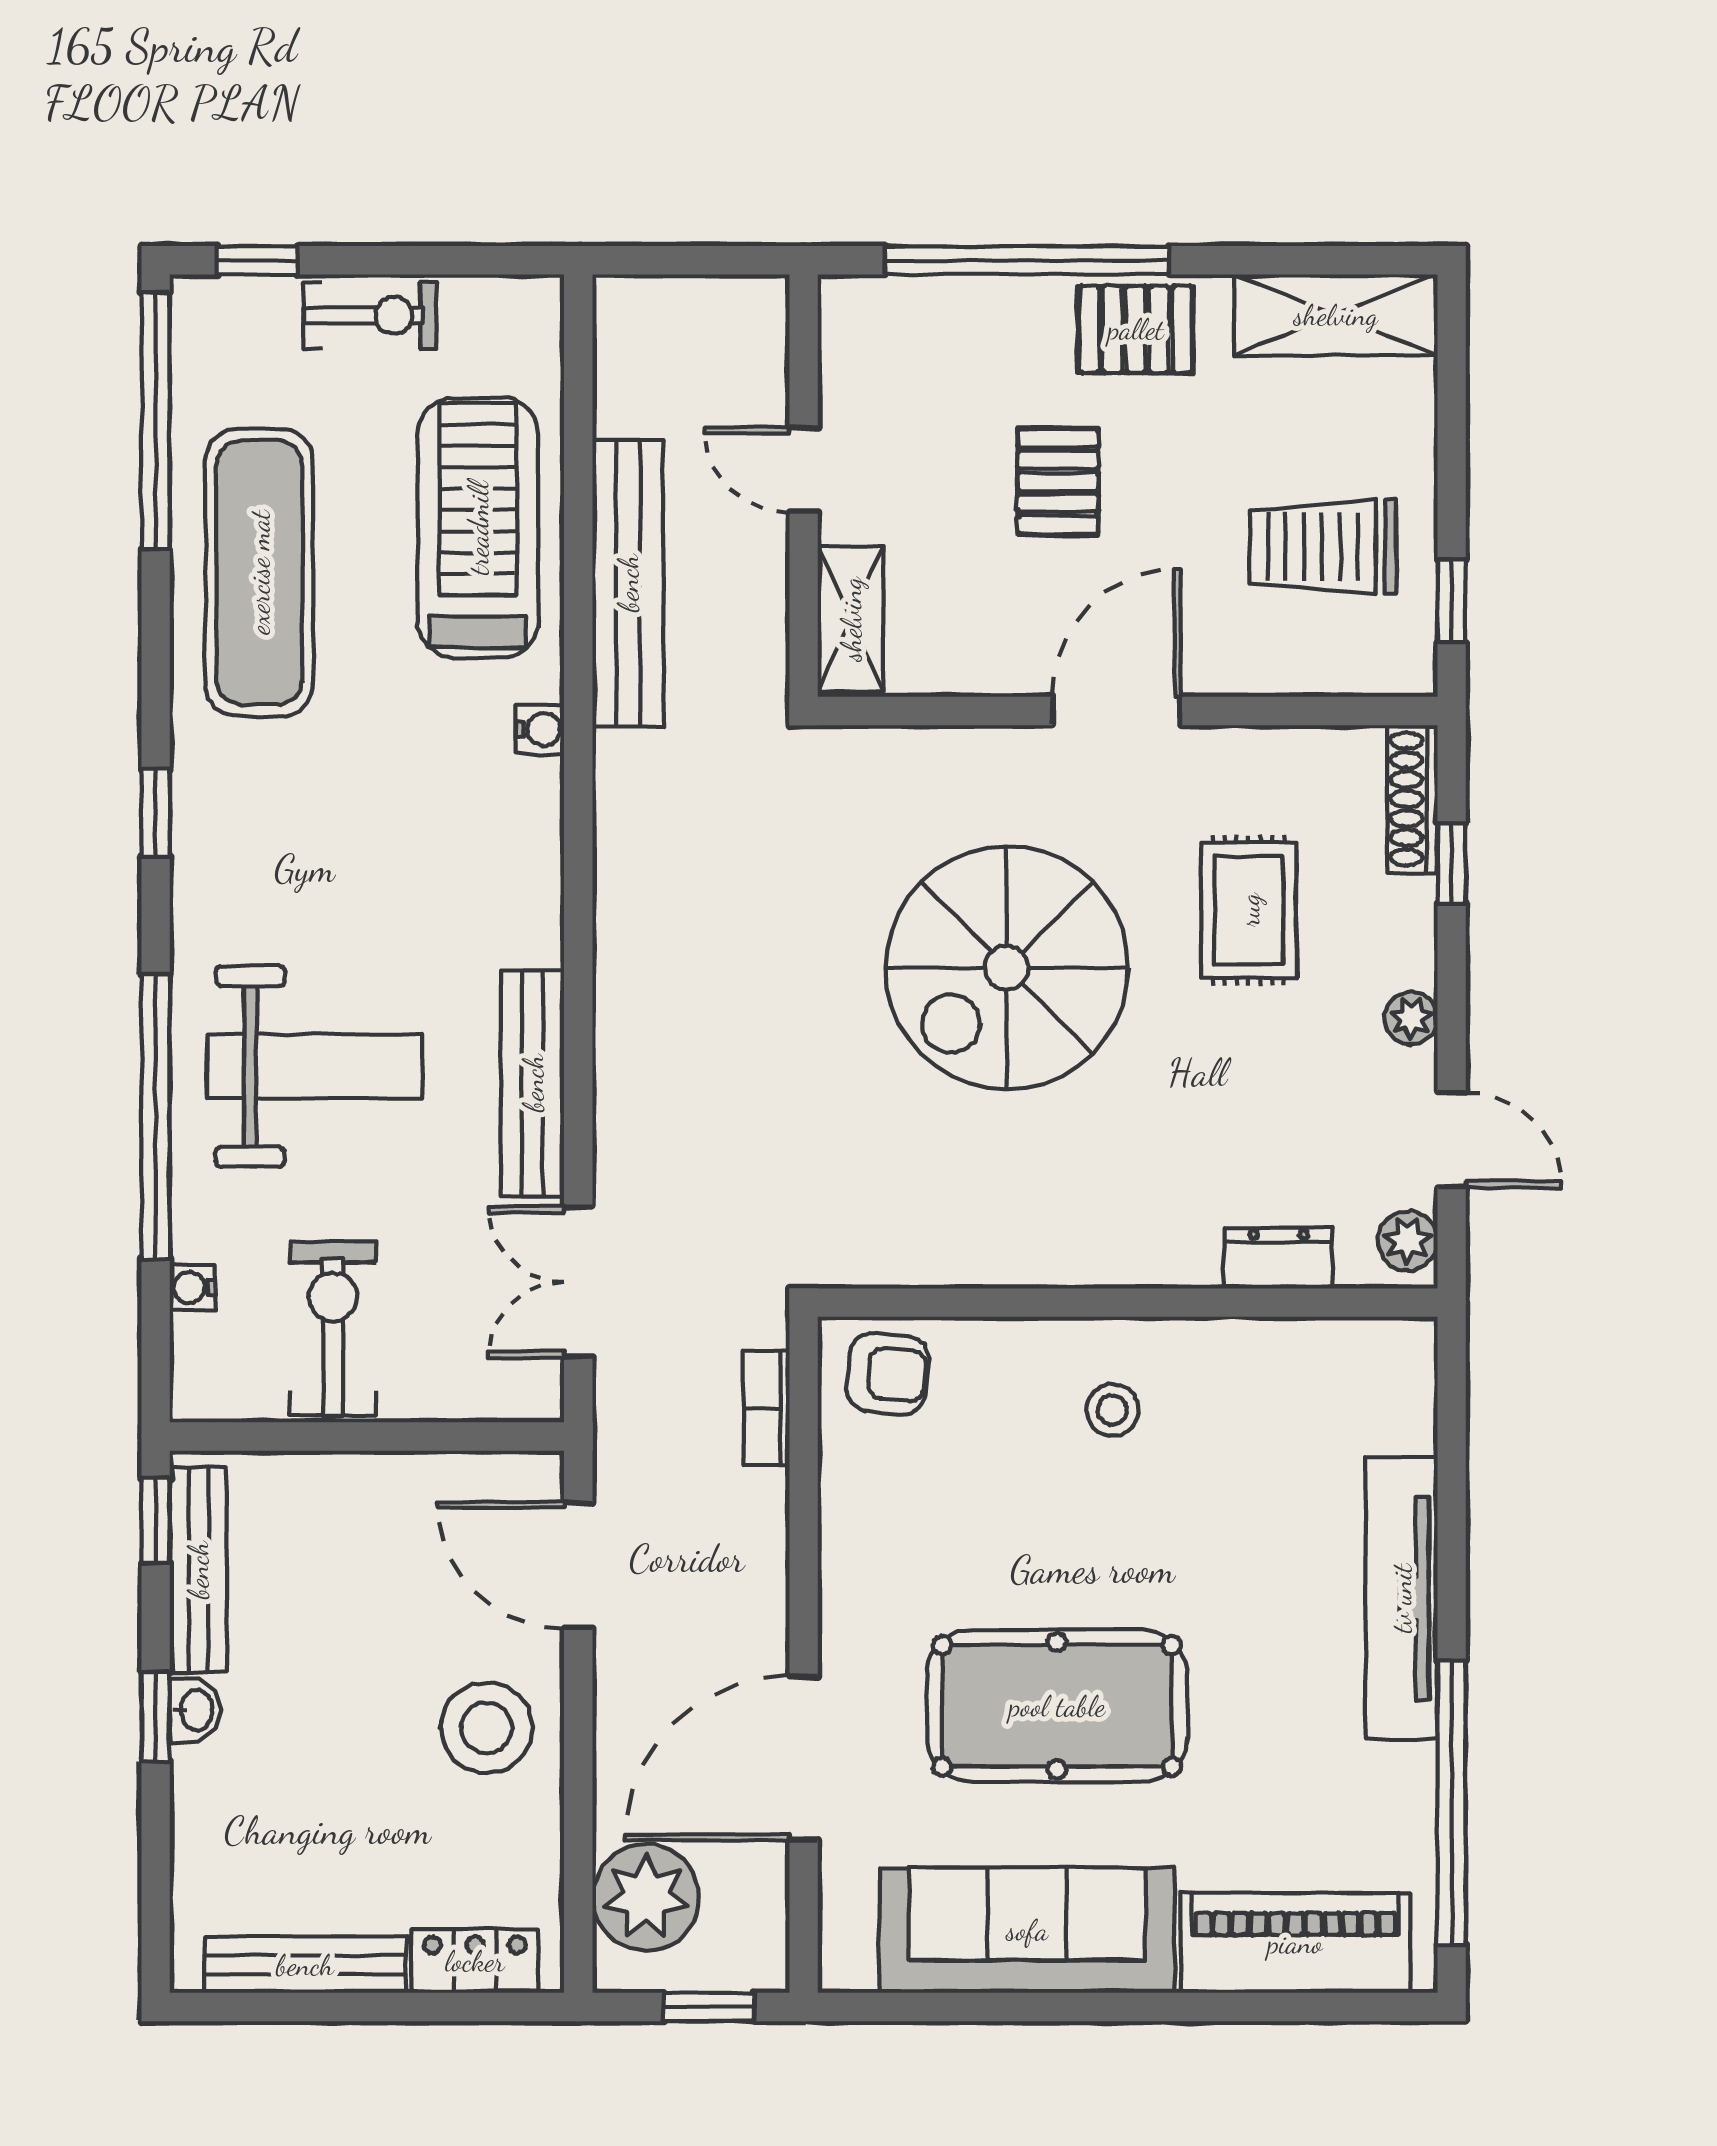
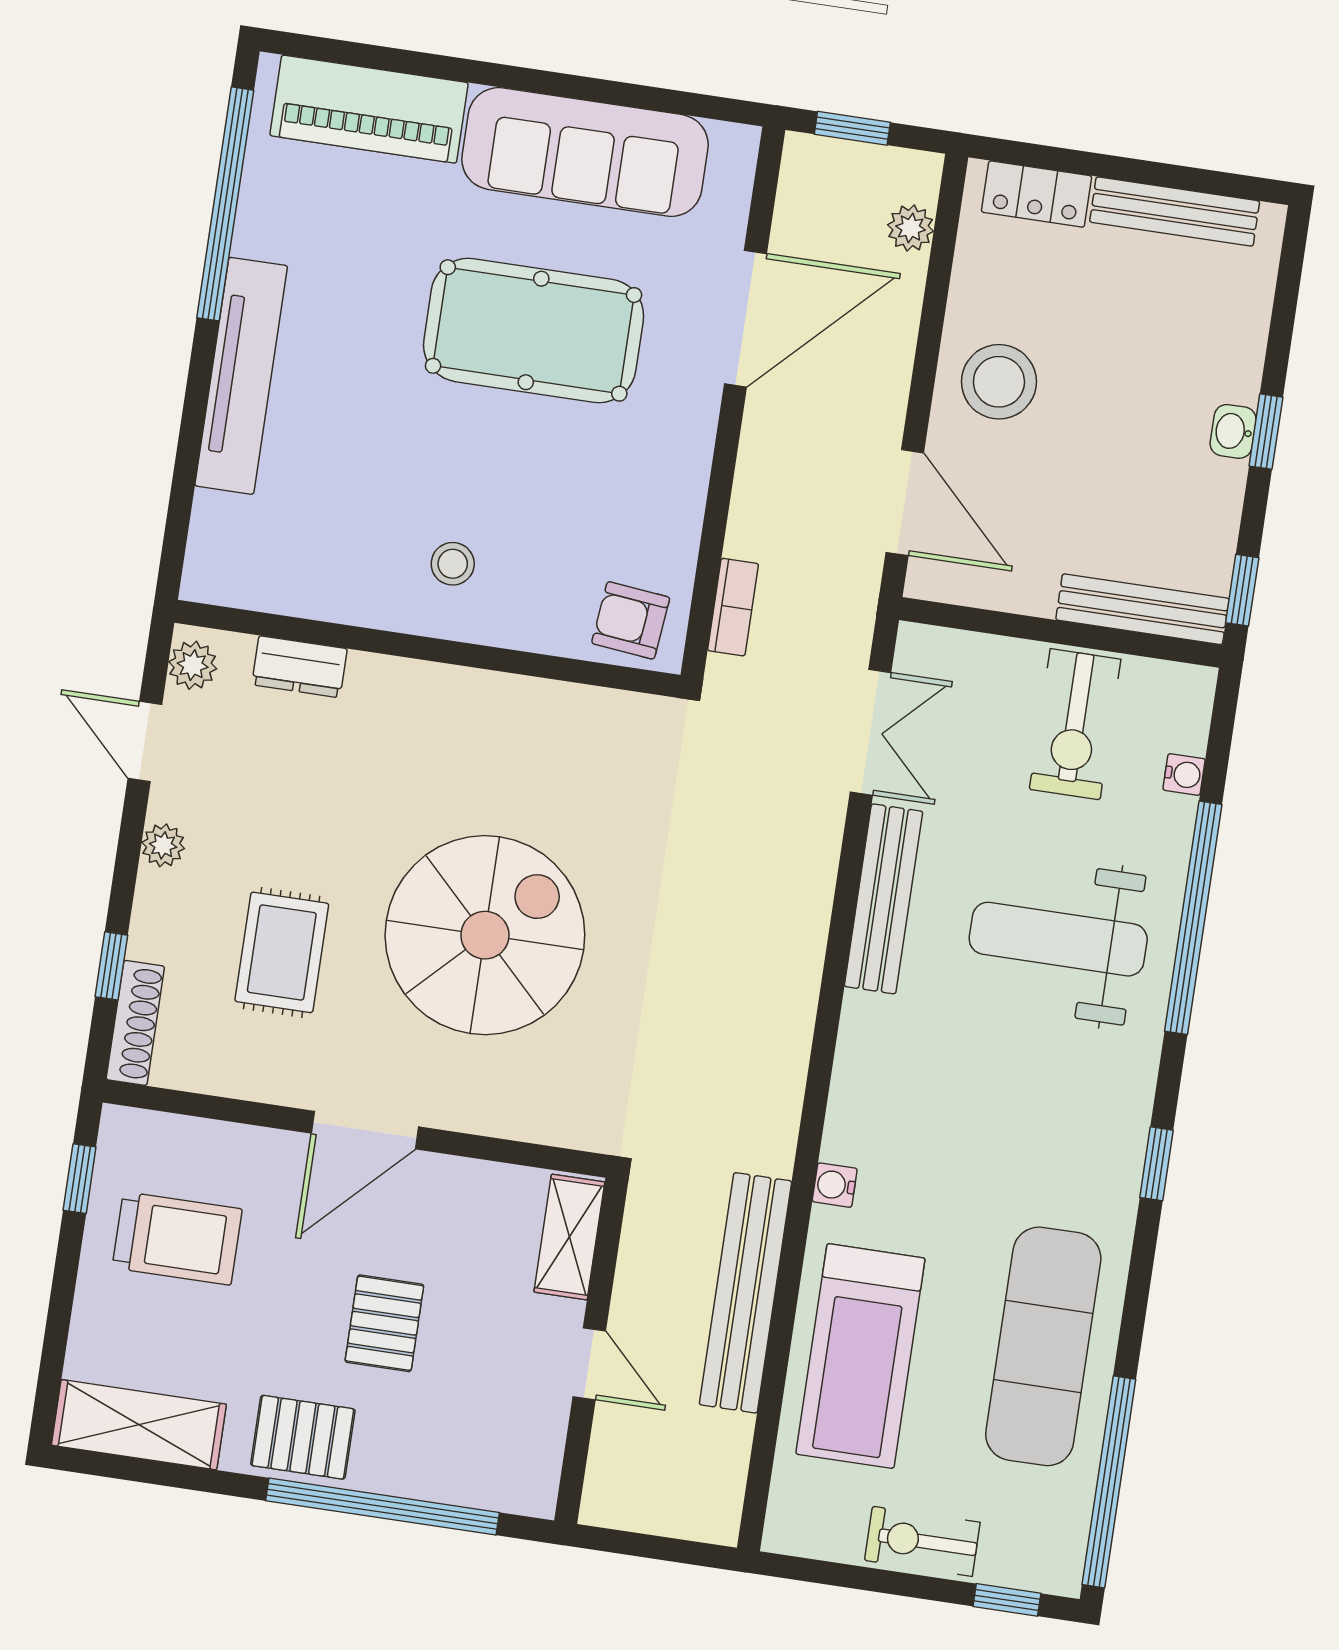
bench: (198, 1570) -> (1142, 609), moved, turned 90
plant: (646, 1897) -> (911, 228), width x0.53, depth x0.53

